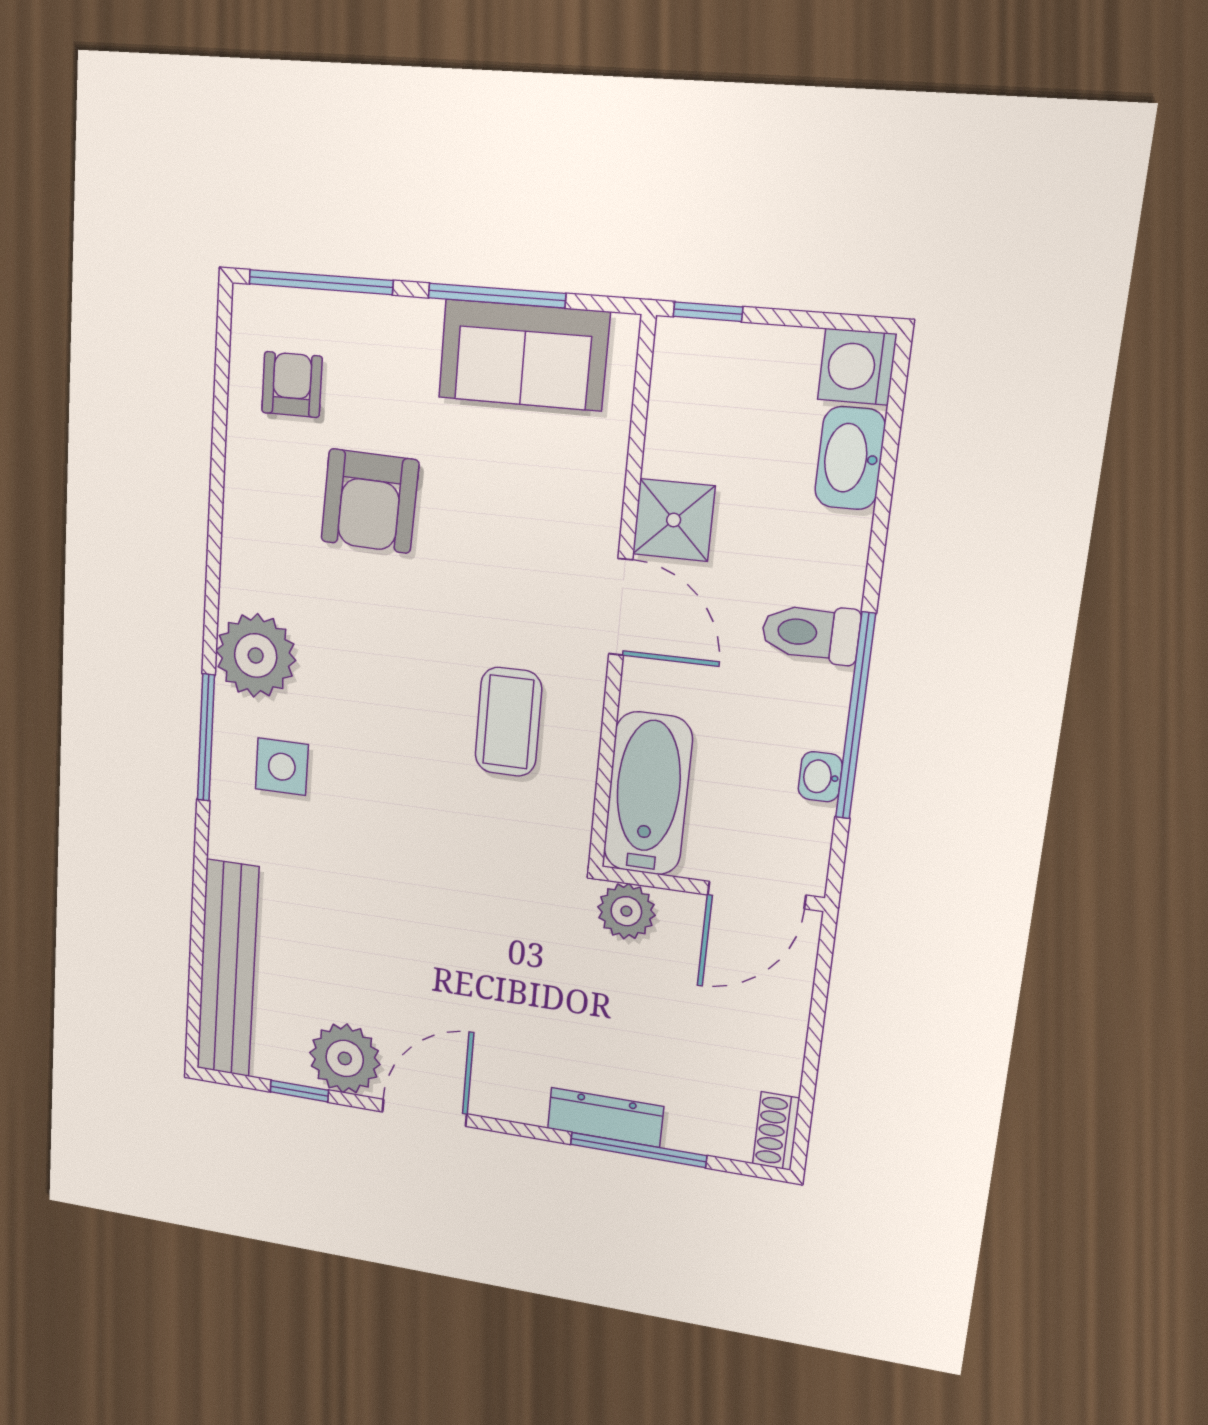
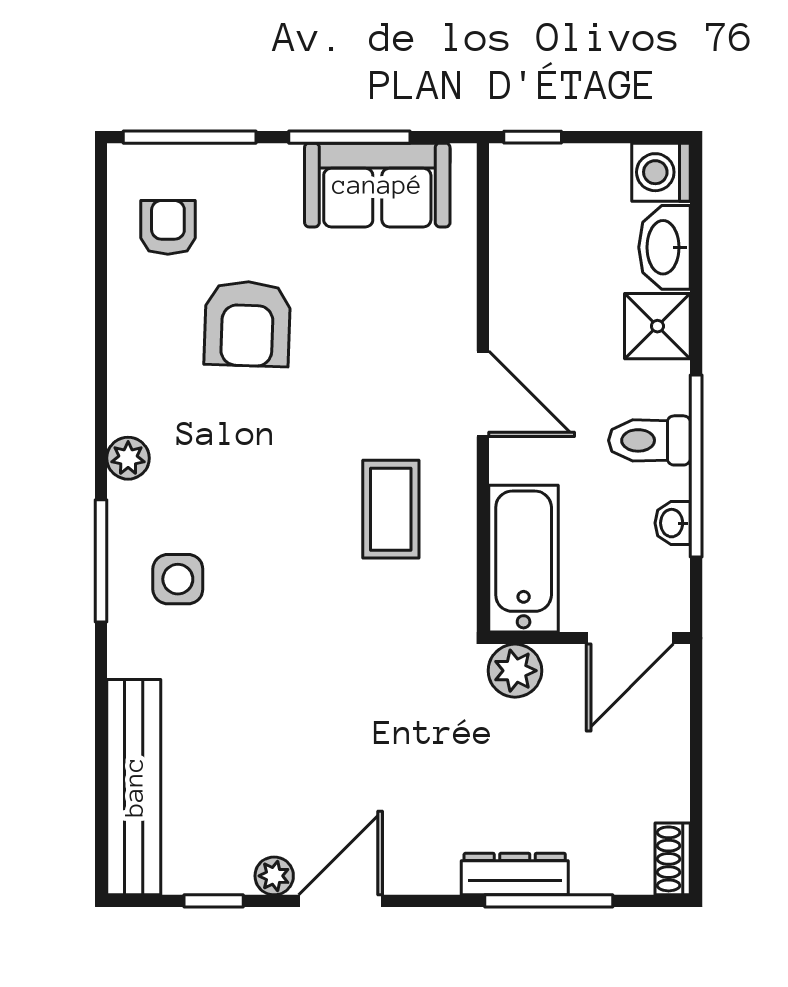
shower: (674, 520) -> (657, 326), moved
toilet: (811, 633) -> (649, 440), moved
plant: (256, 656) -> (128, 458), width x0.53, depth x0.53
plant: (345, 1058) -> (274, 876), width x0.53, depth x0.53

